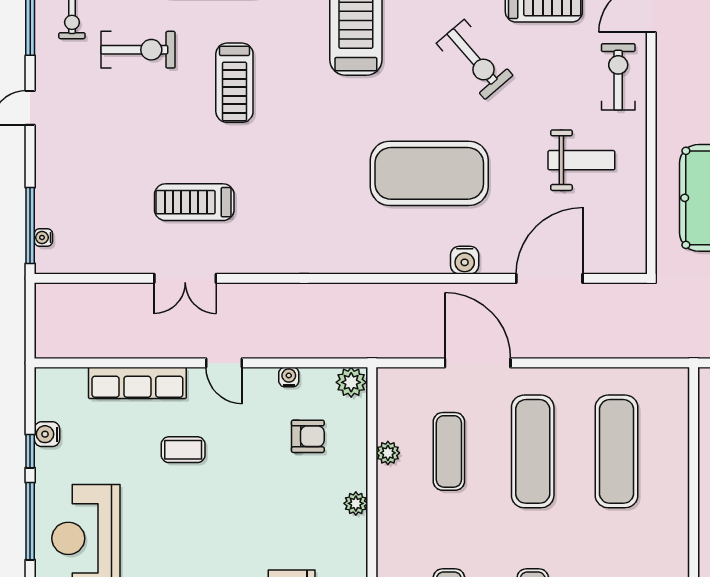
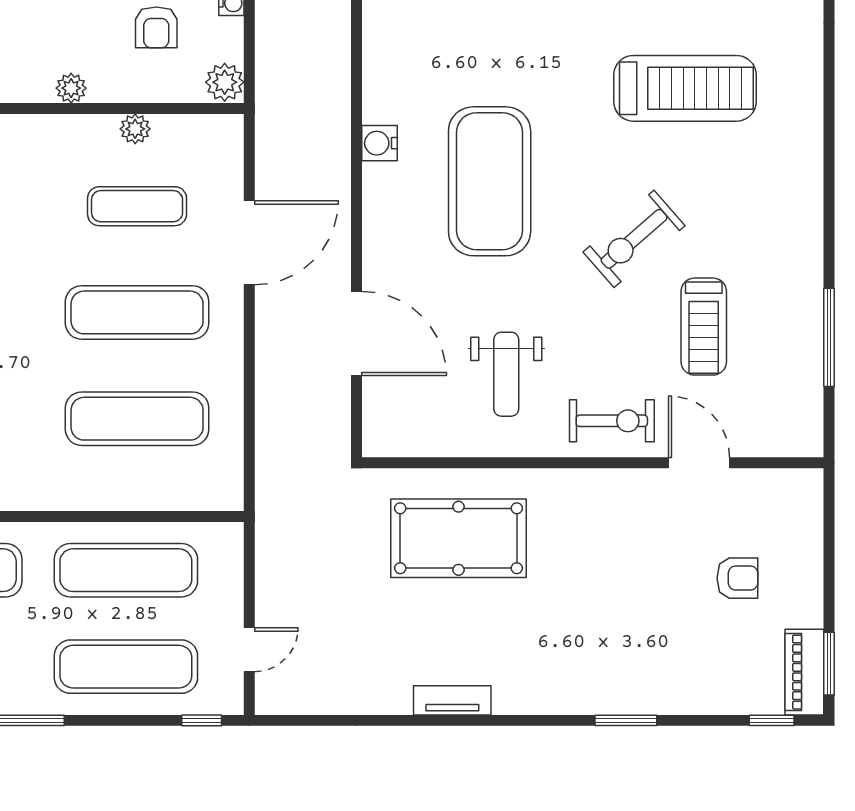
water cooler: (465, 260) -> (380, 143), moved

